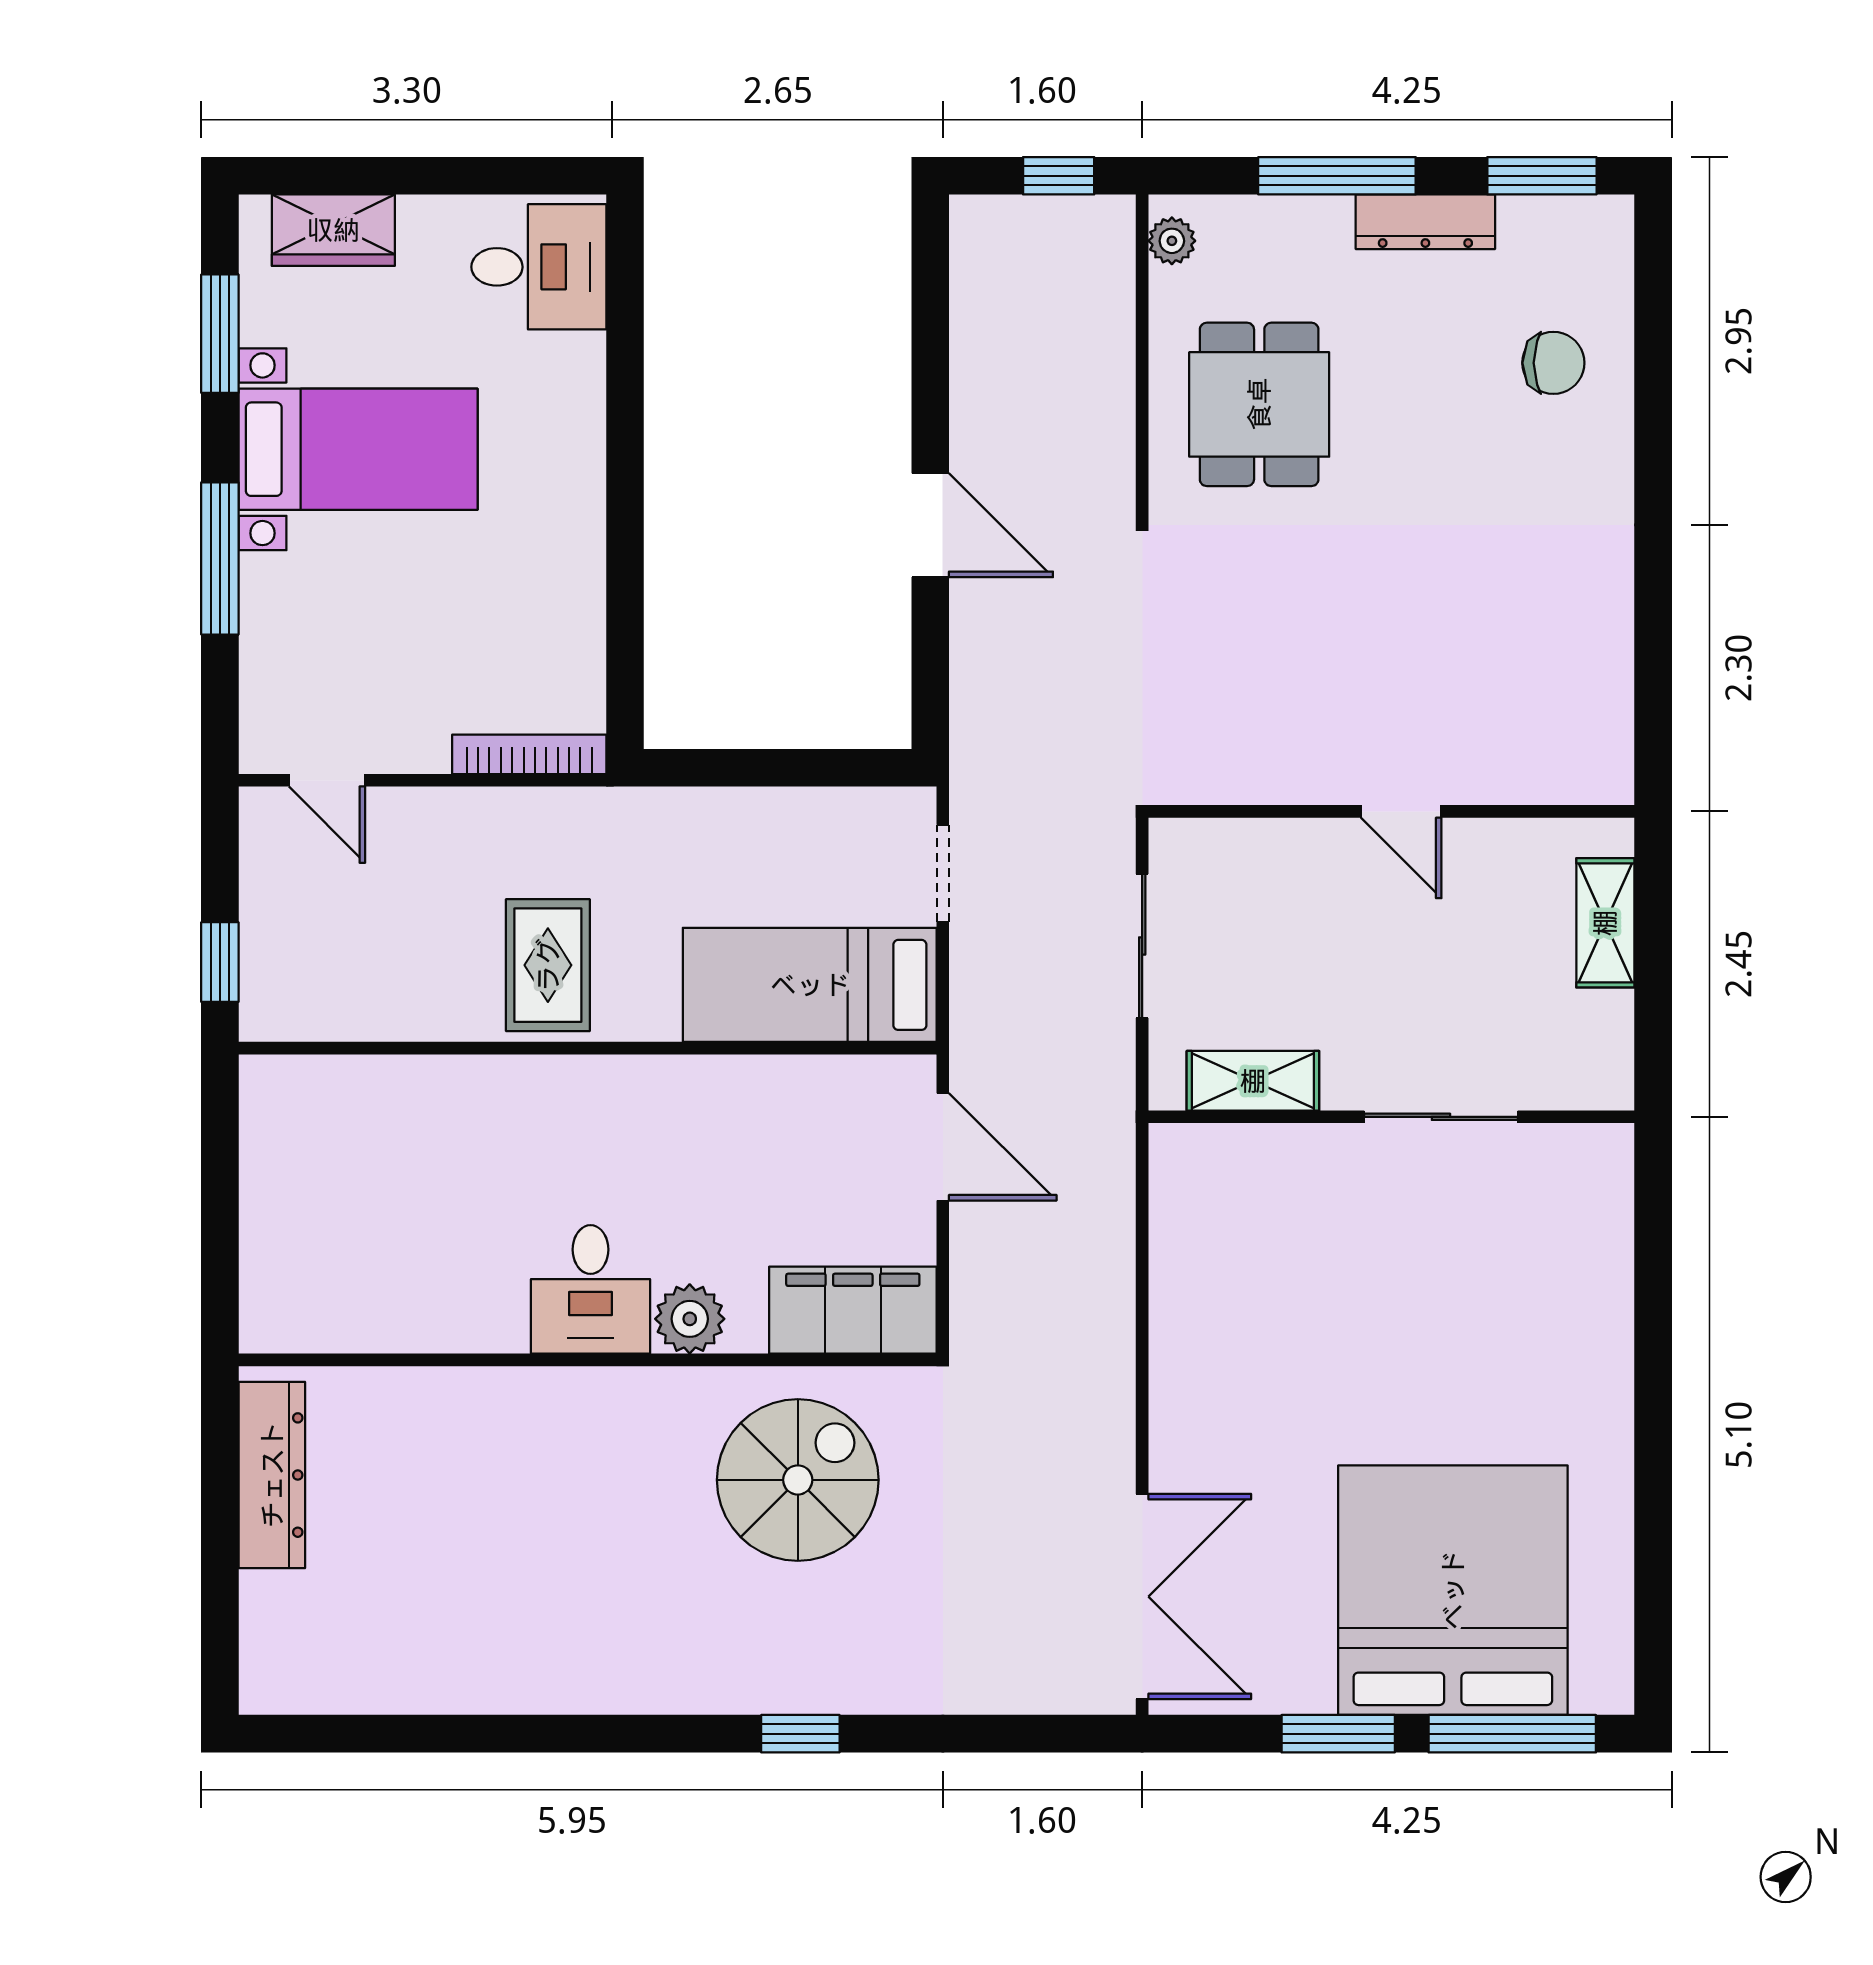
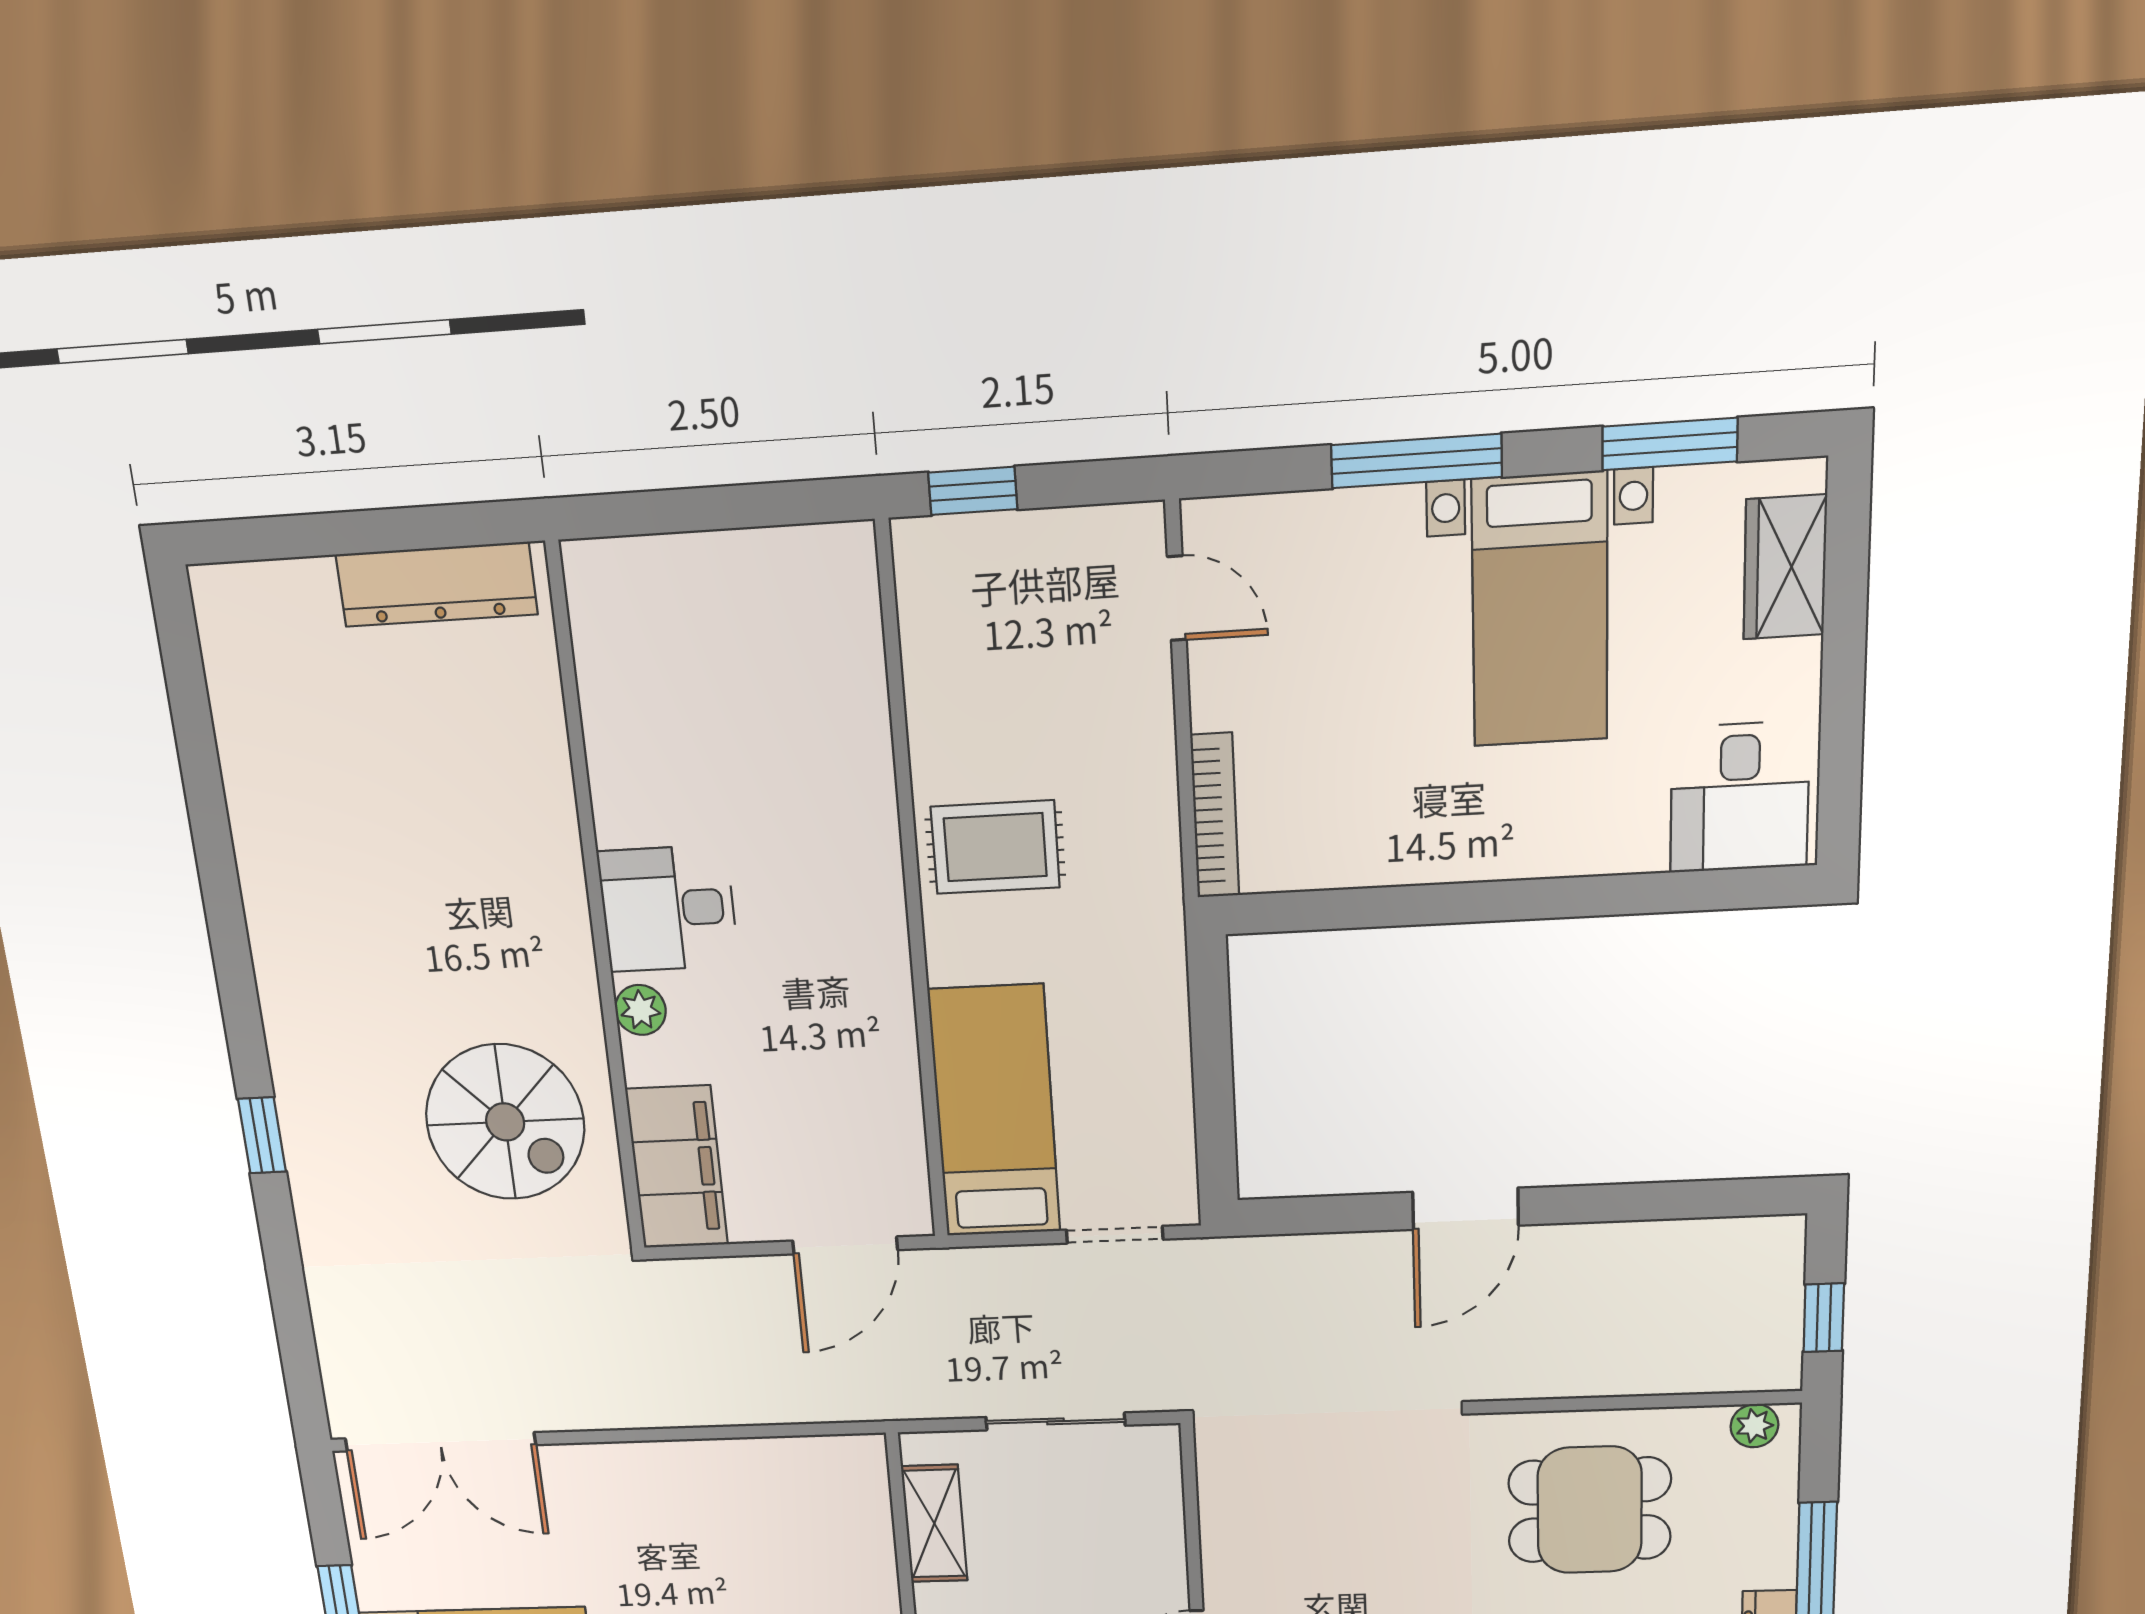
door: (327, 780) -> (1177, 598), swing flipped
plant: (690, 1319) -> (640, 1010), width x0.73, depth x0.73

